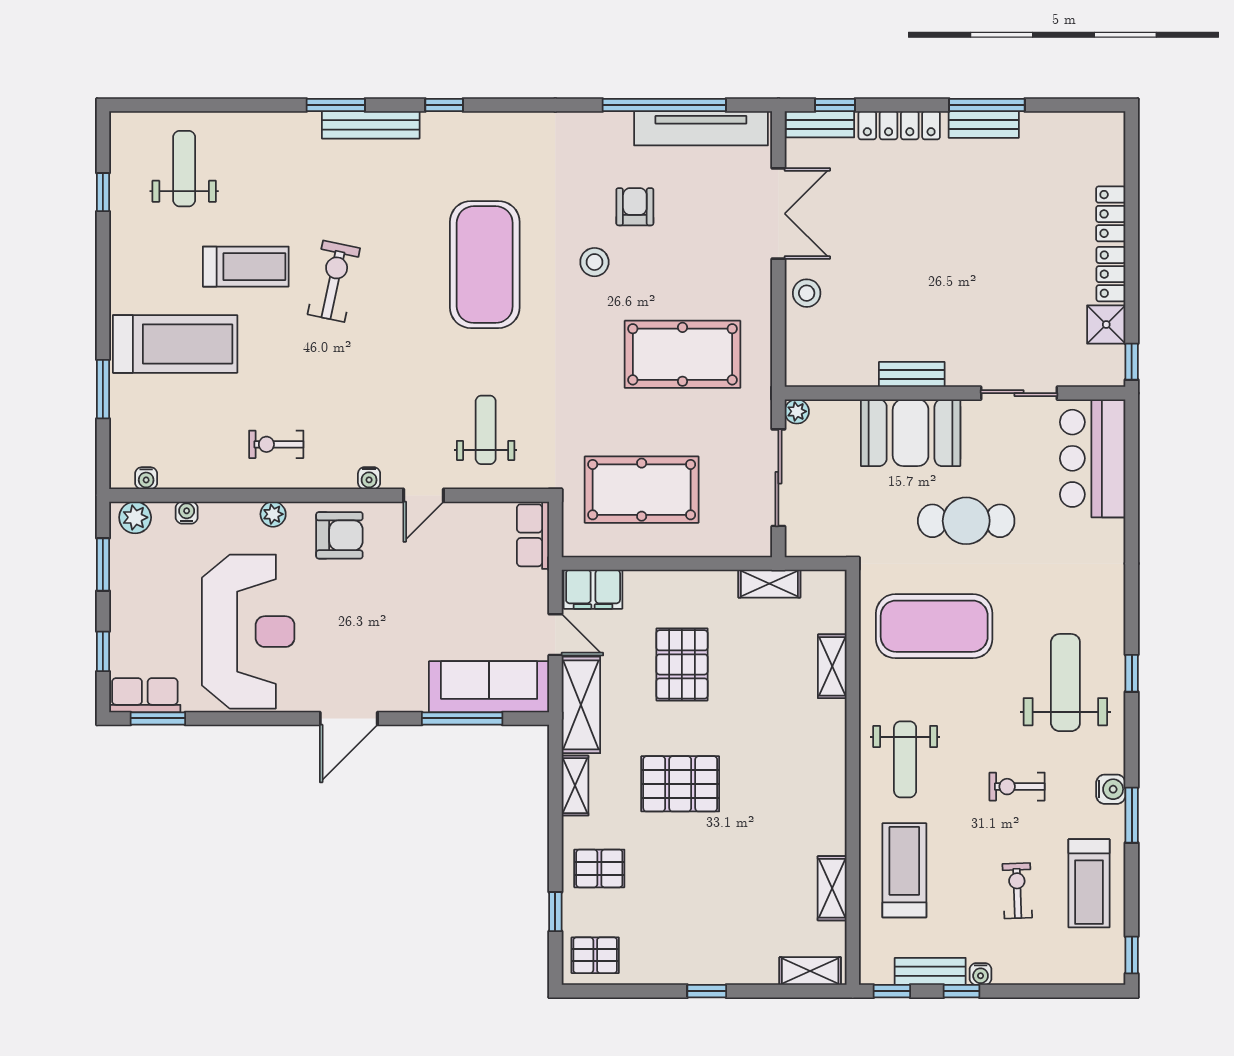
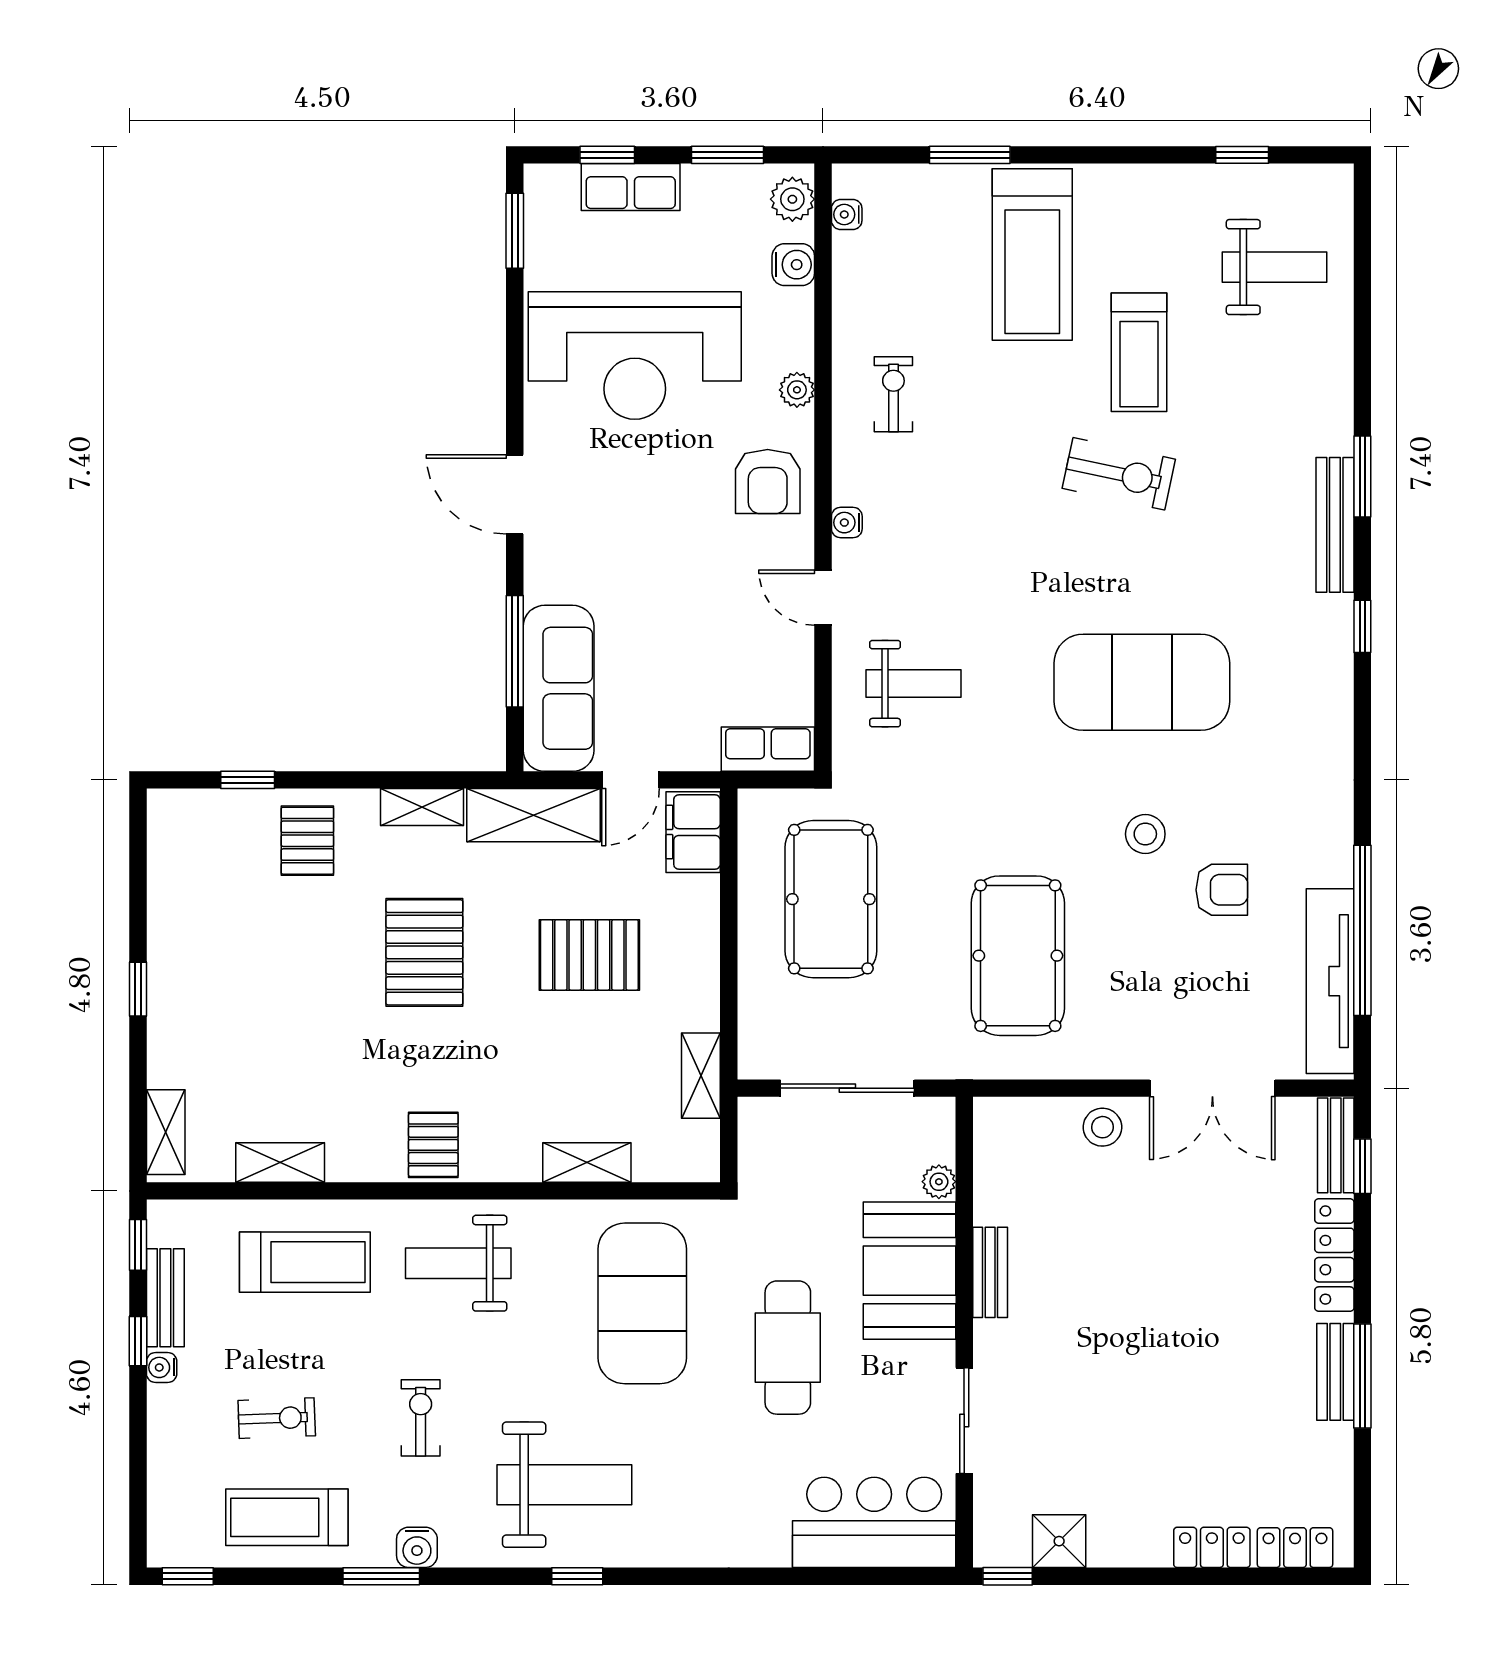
locker: (1111, 274) -> (1295, 1548), moved
plant: (797, 411) -> (939, 1182), moved
water cooler: (187, 513) -> (793, 265), width x1.38, depth x1.38
row of seats: (145, 695) -> (631, 187), moved, turned 90
pallet: (595, 955) -> (433, 1145), moved

